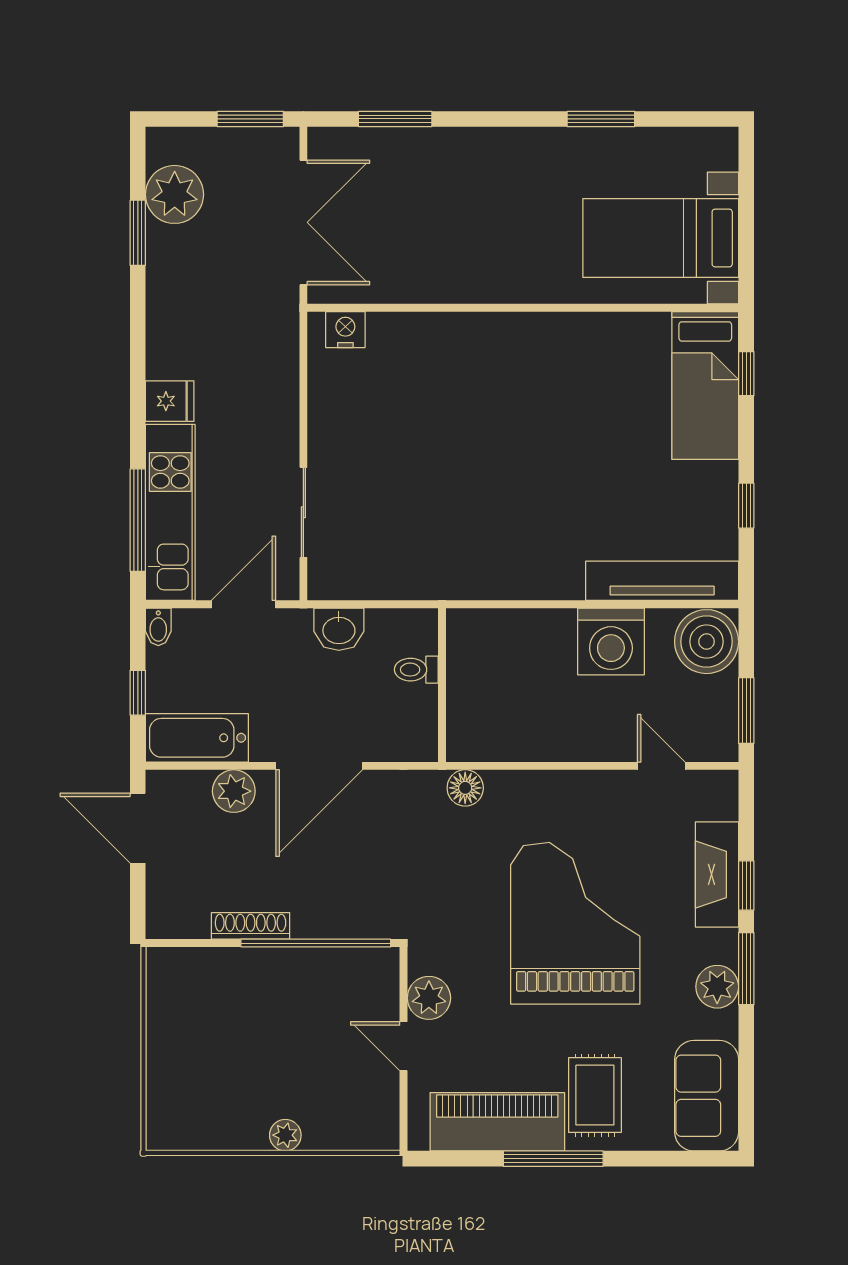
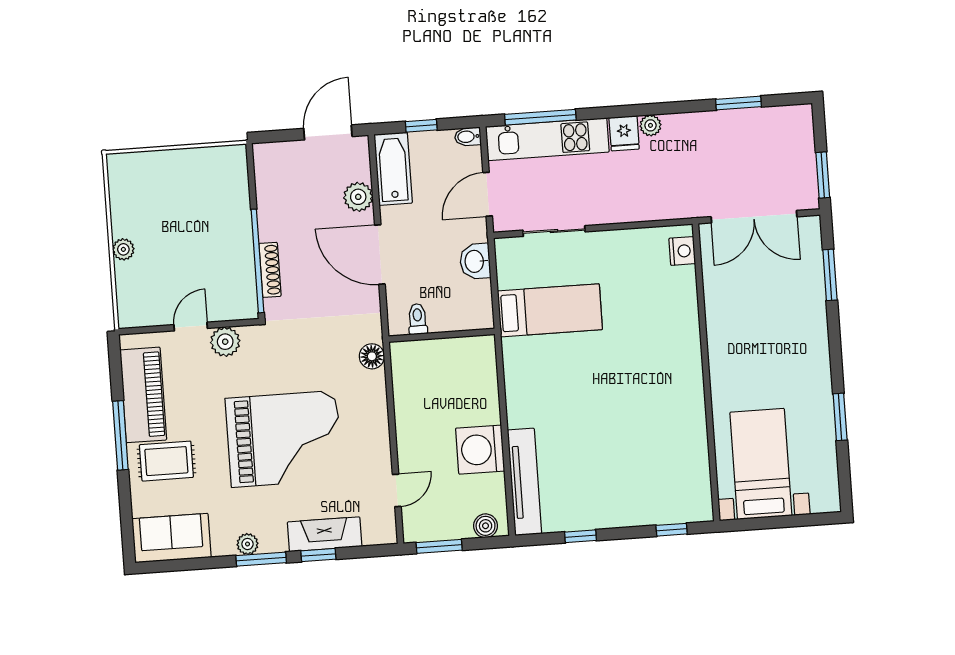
plant: (175, 194) -> (650, 125), moved, width x0.53, depth x0.53
bed: (705, 385) -> (550, 310), moved, turned 180
door: (243, 604) -> (488, 194), swing flipped
boiler: (707, 642) -> (486, 526), width x0.54, depth x0.54
toilet: (416, 670) -> (418, 319), moved
shoe rack: (251, 926) -> (270, 270), moved
plant: (717, 987) -> (247, 544), width x0.73, depth x0.73

